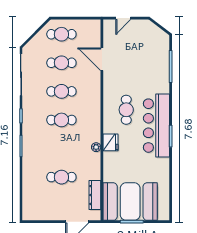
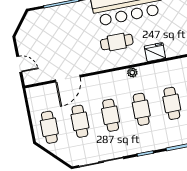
plant: (96, 147) -> (132, 73), moved
cafe table: (61, 149) -> (172, 103), added

